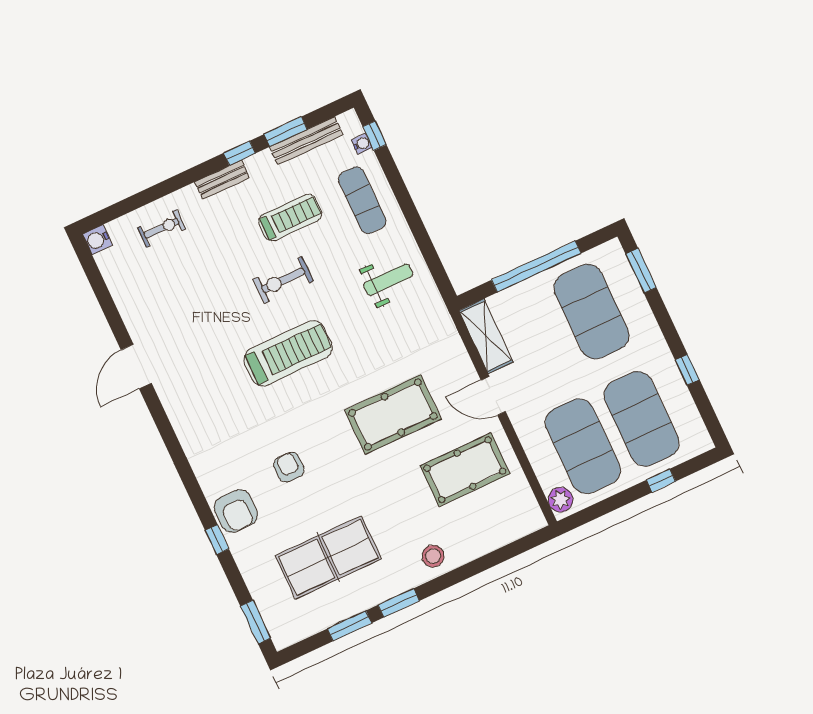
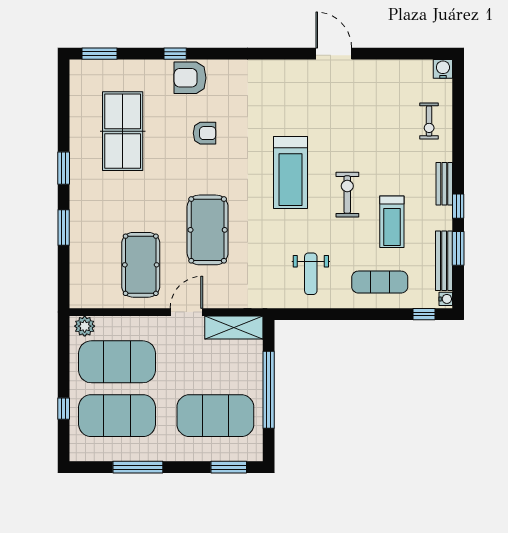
water cooler: (362, 144) -> (446, 299), moved, turned -90
window: (687, 370) -> (138, 467), width x2.17
stool: (433, 556) -> (87, 210), removed
window: (349, 626) -> (64, 228), moved

